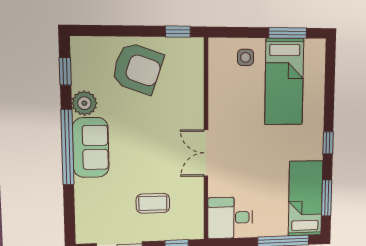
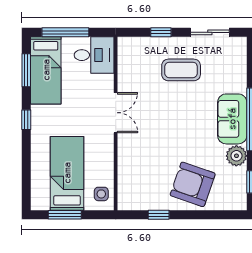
wall: (206, 140) -> (116, 124), moved
double door: (206, 153) -> (116, 113), moved
coffee table: (153, 203) -> (181, 70), width x1.36, depth x1.30
desk: (230, 218) -> (94, 55), moved

